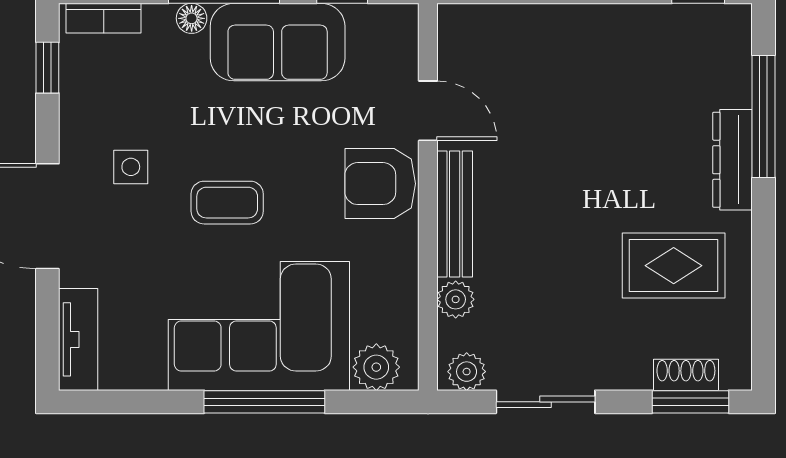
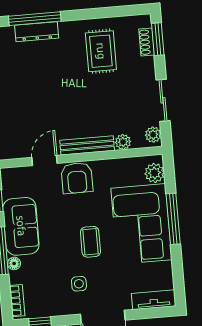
dresser: (733, 160) -> (37, 32), moved

